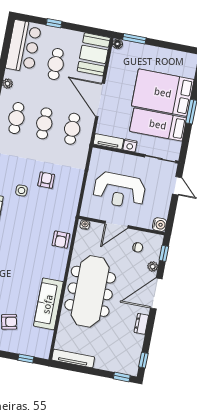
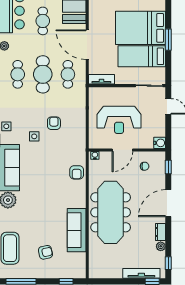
cafe table: (44, 123) -> (43, 74), width x1.37, depth x1.35
nightstand: (130, 145) -> (121, 79), removed
plant: (153, 266) -> (161, 246), moved
tv unit: (73, 358) -> (141, 273), moved

